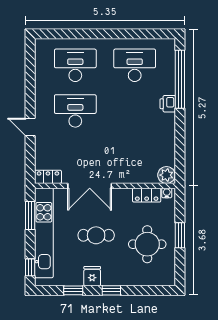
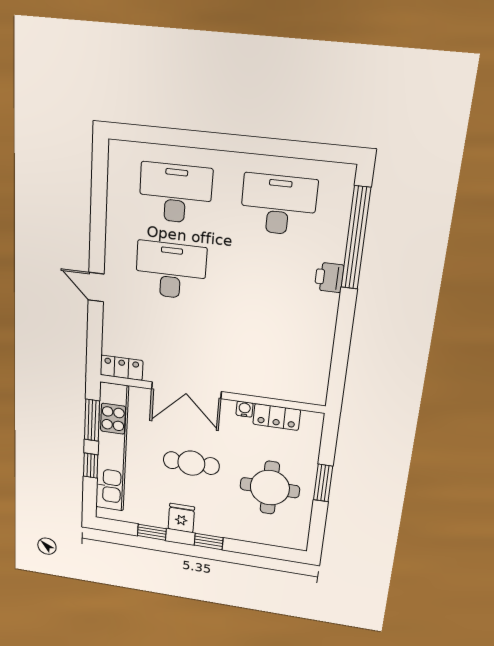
plant: (166, 175) -> (313, 391), removed
water cooler: (167, 193) -> (245, 409), moved
window: (30, 267) -> (91, 466), moved

